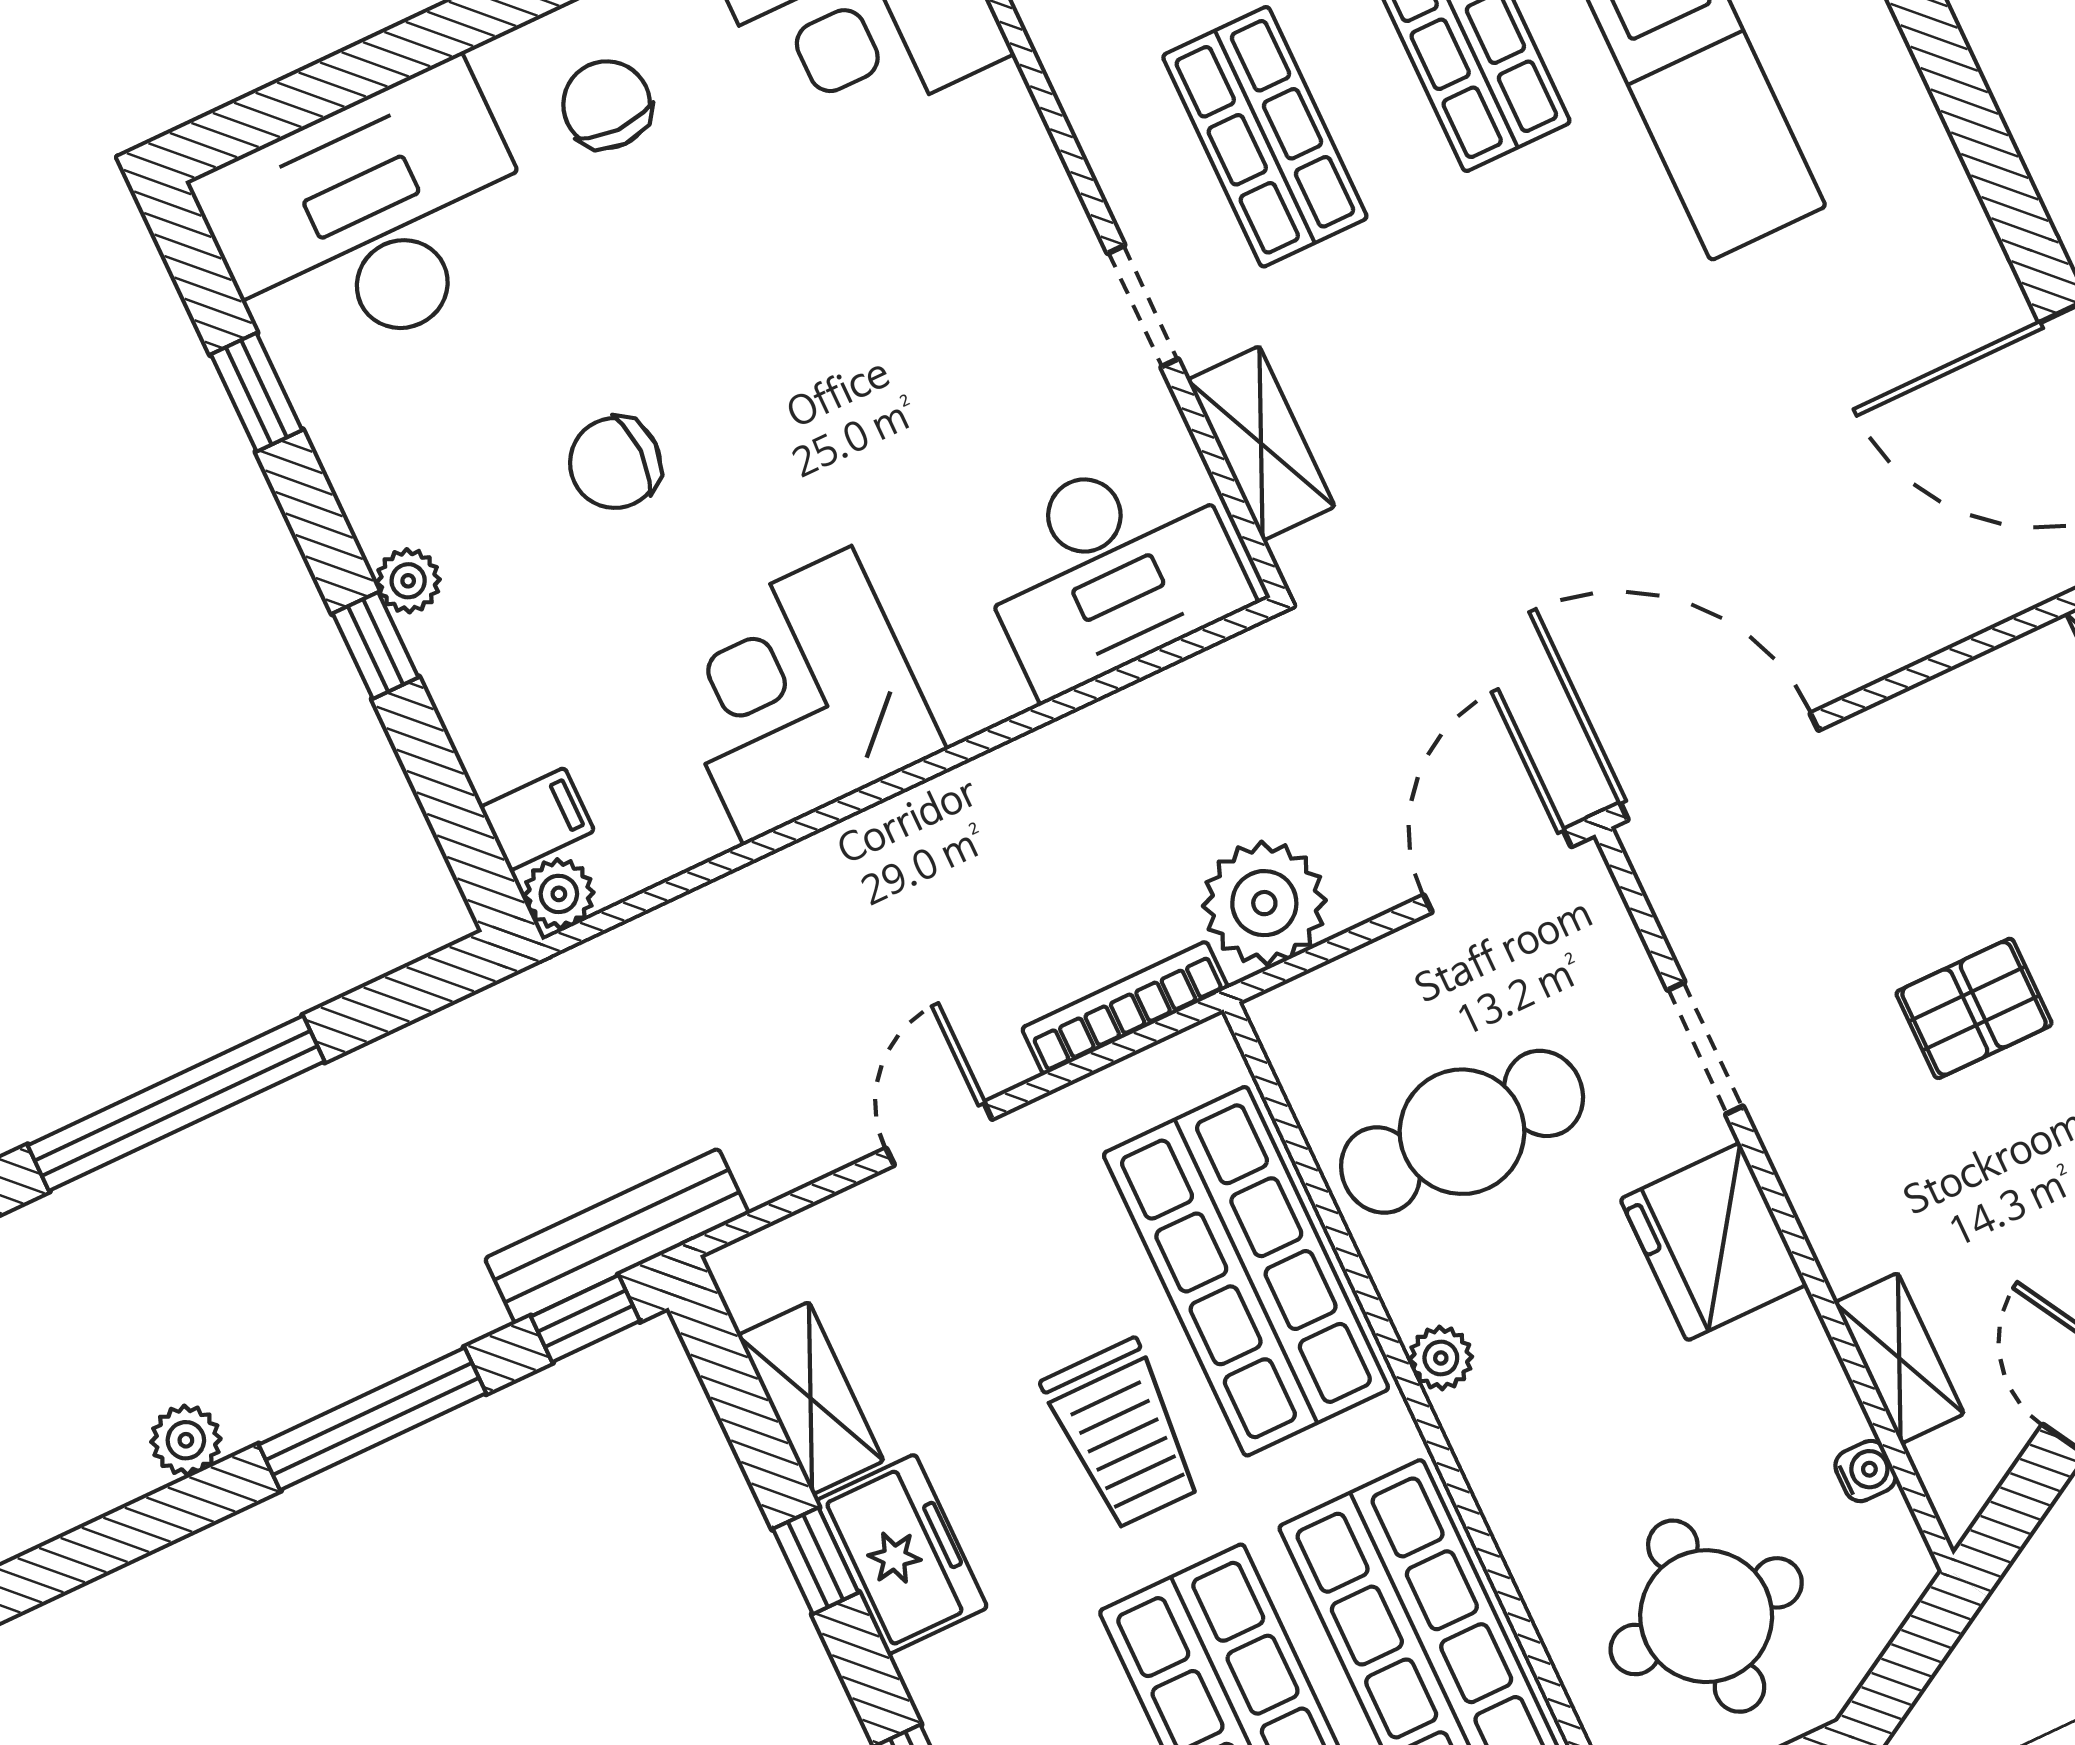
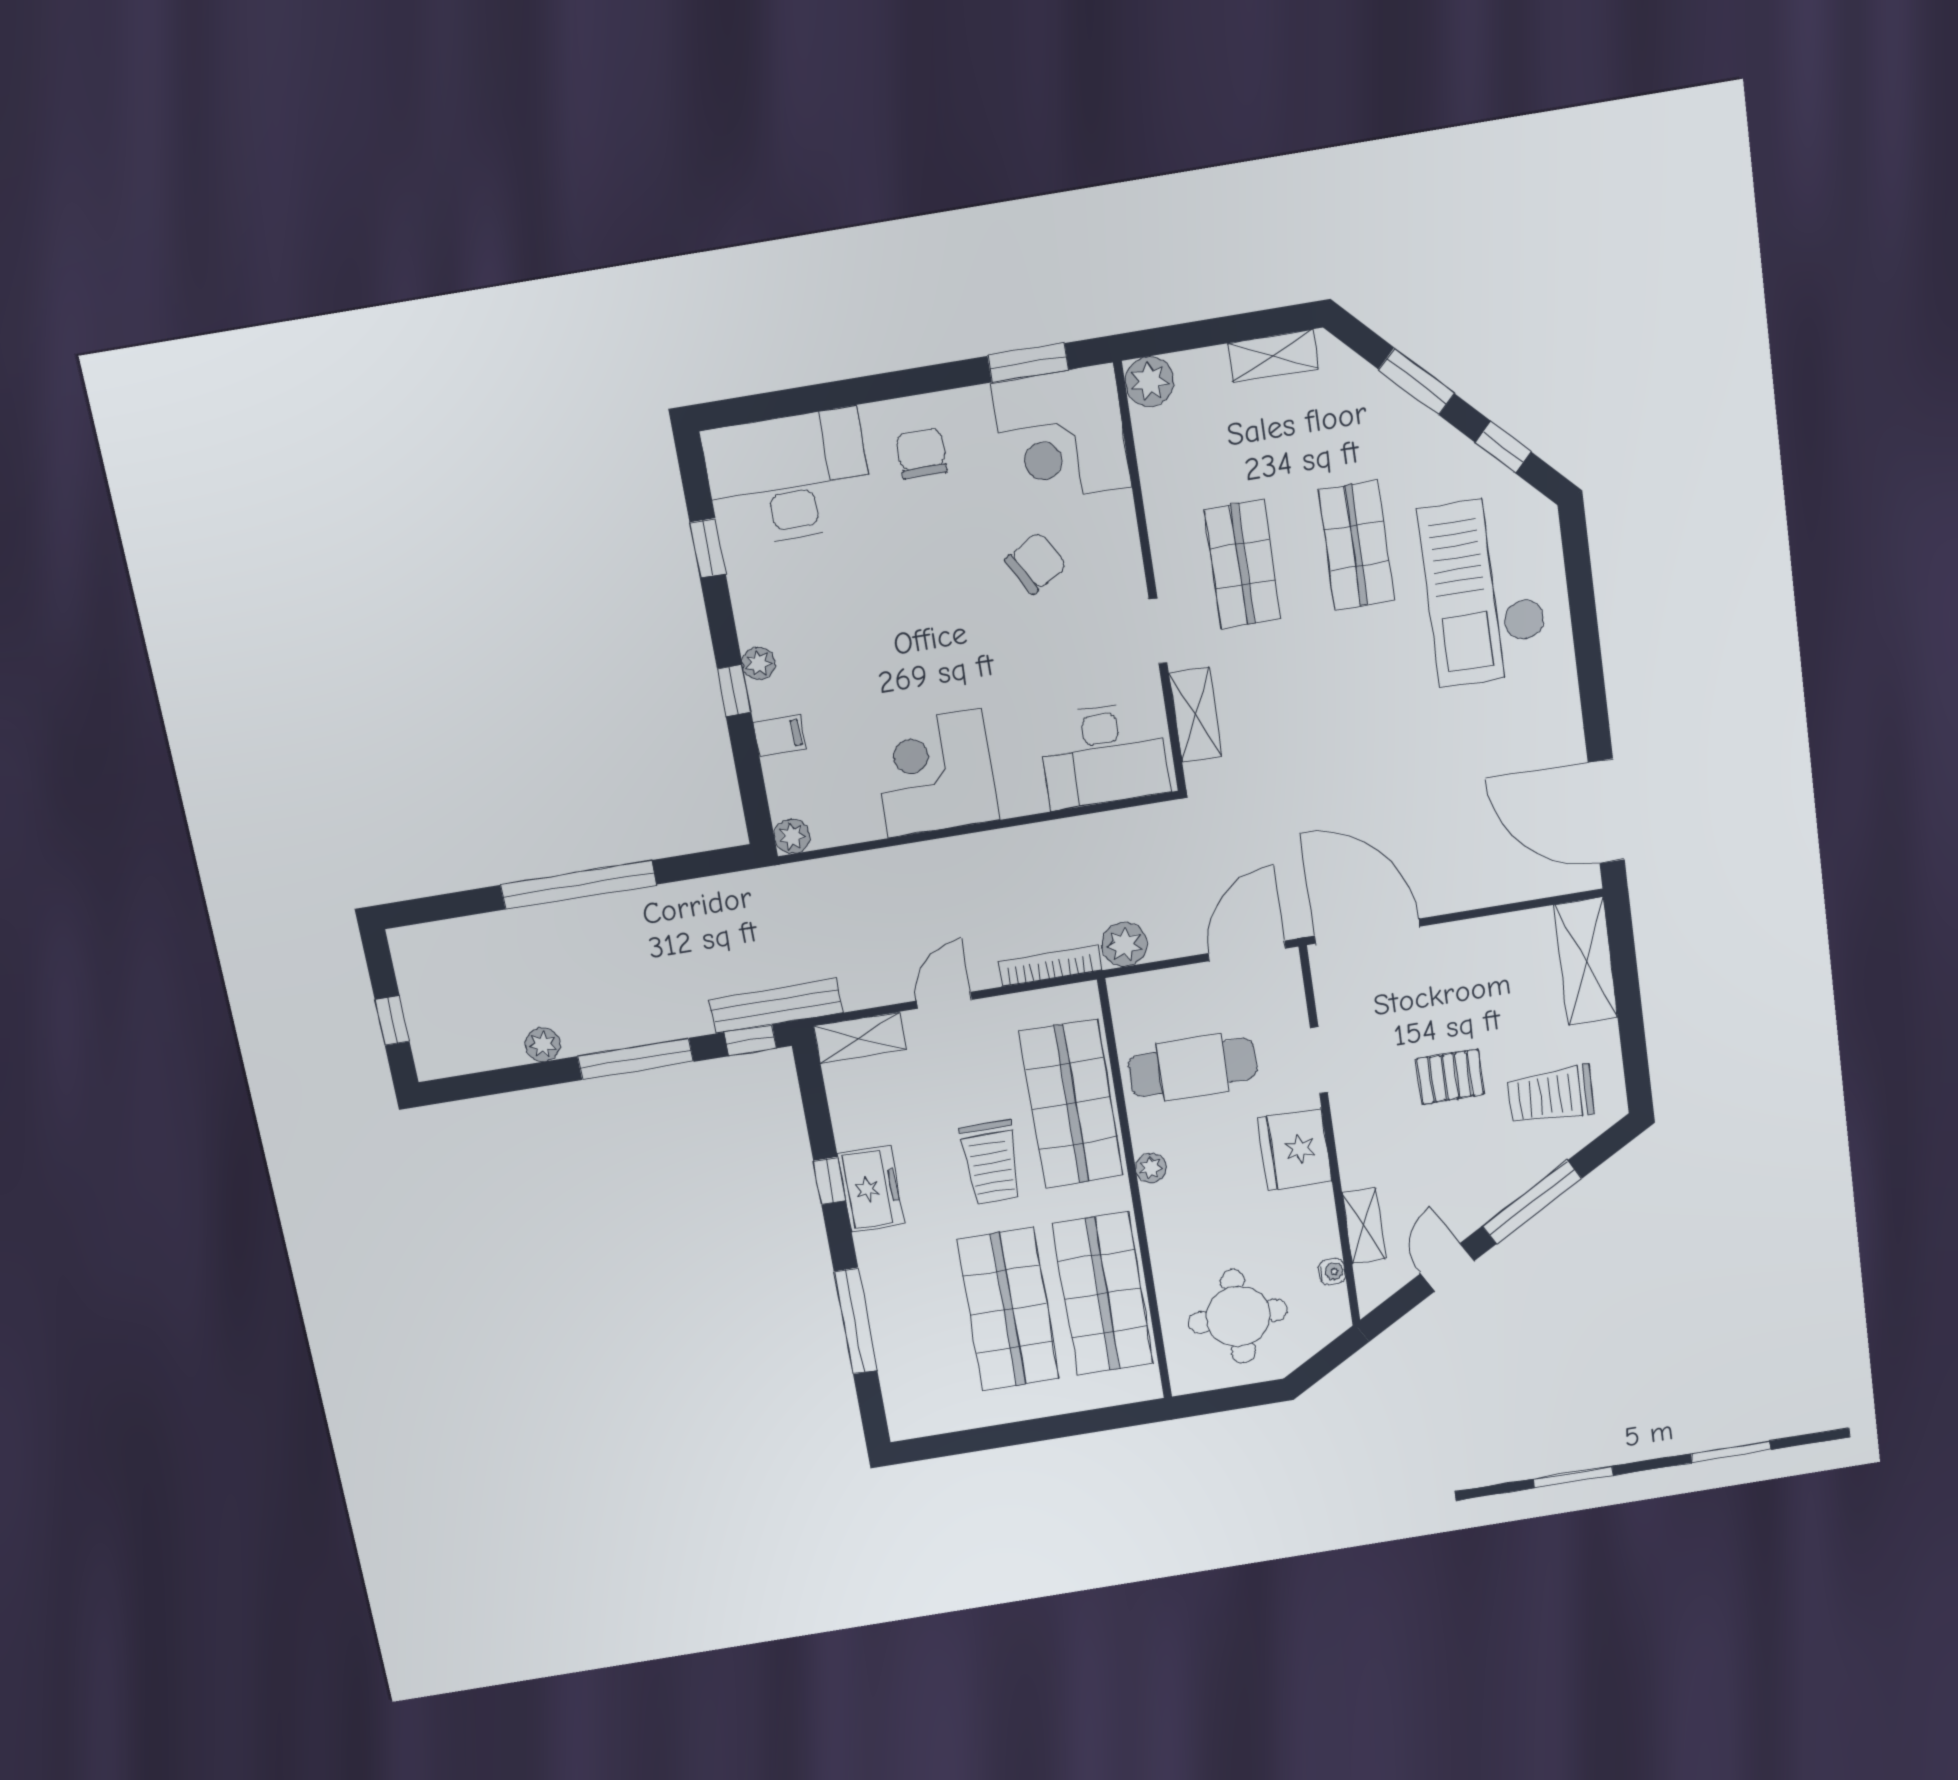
chair: (615, 463) -> (1036, 563), moved, turned 150
filing cabinet: (537, 819) -> (780, 735), moved
plant: (1264, 903) -> (1124, 944), width x0.73, depth x0.73
shelving: (811, 1398) -> (860, 1038), moved, turned 90

